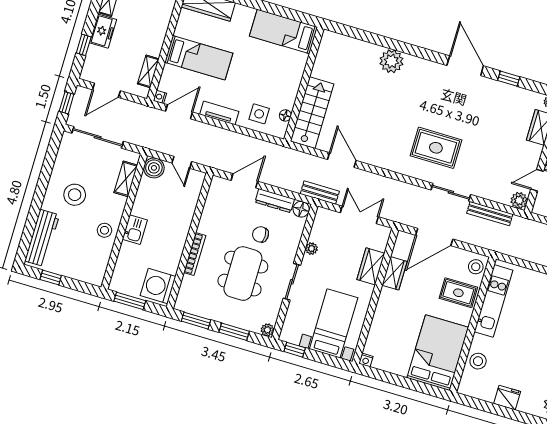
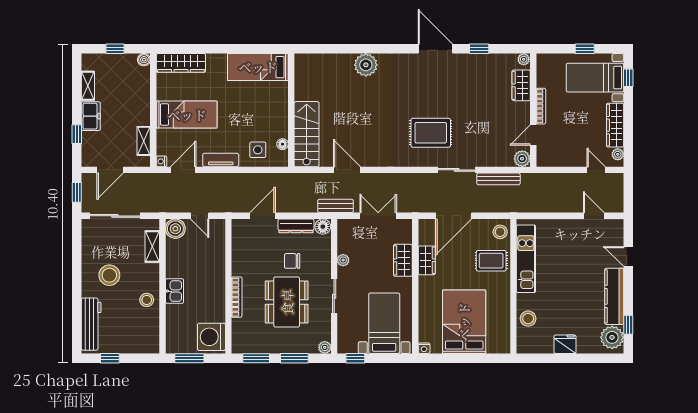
bed: (438, 353) -> (464, 322), moved

